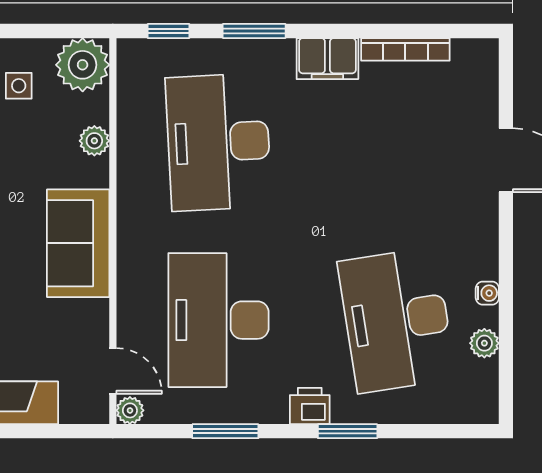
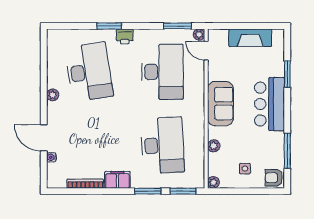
window: (169, 31) -> (183, 191), width x1.50
plant: (83, 65) -> (213, 182), width x0.53, depth x0.53
water cooler: (487, 293) -> (51, 157), moved
plant: (484, 343) -> (53, 95), moved
window: (225, 431) -> (177, 26), moved

